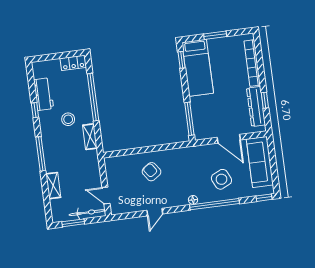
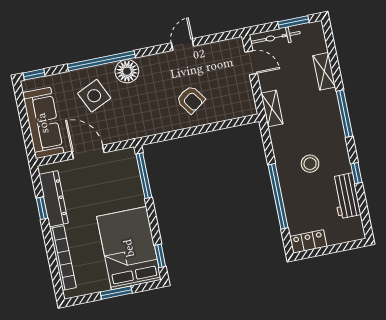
bed: (198, 68) -> (129, 248), width x1.50
shelving: (90, 137) -> (272, 108), moved
floor lamp: (193, 200) -> (127, 71), width x1.89, depth x1.89

